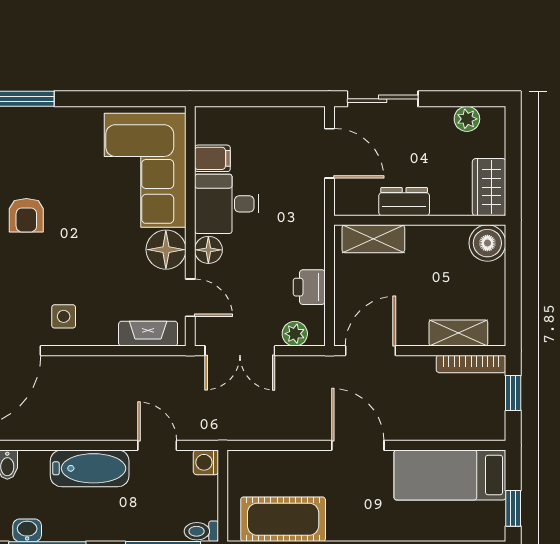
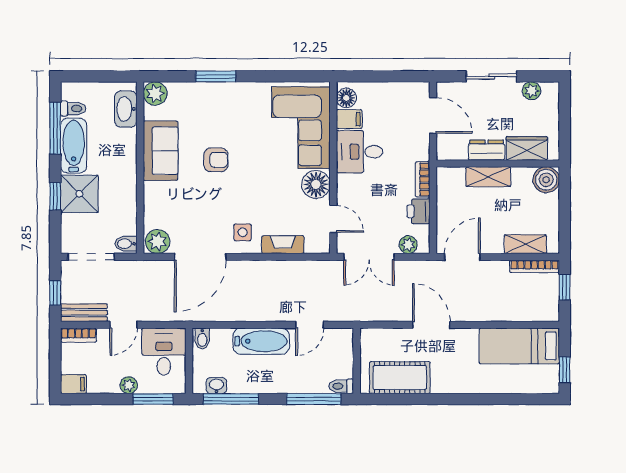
sliding door: (383, 99) -> (491, 76), moved
wardrobe: (489, 187) -> (527, 148), moved, turned 90
armchair: (26, 215) -> (216, 160), turned -90
shelving: (373, 239) -> (488, 177), moved
bookcase: (315, 242) -> (423, 179), added
floor lamp: (208, 250) -> (346, 98), moved
fireplace: (148, 334) -> (283, 245), moved
door: (157, 445) -> (310, 325), swing flipped
door: (358, 445) -> (431, 325), moved
washing machine: (206, 462) -> (345, 337), removed

